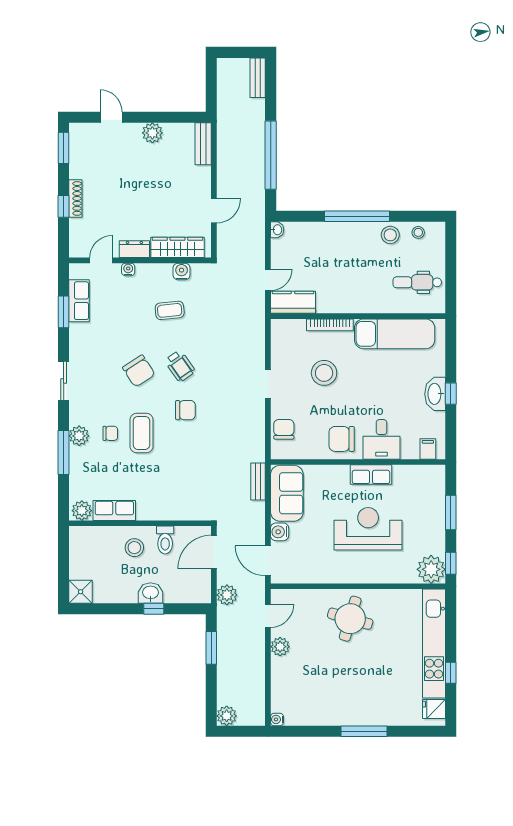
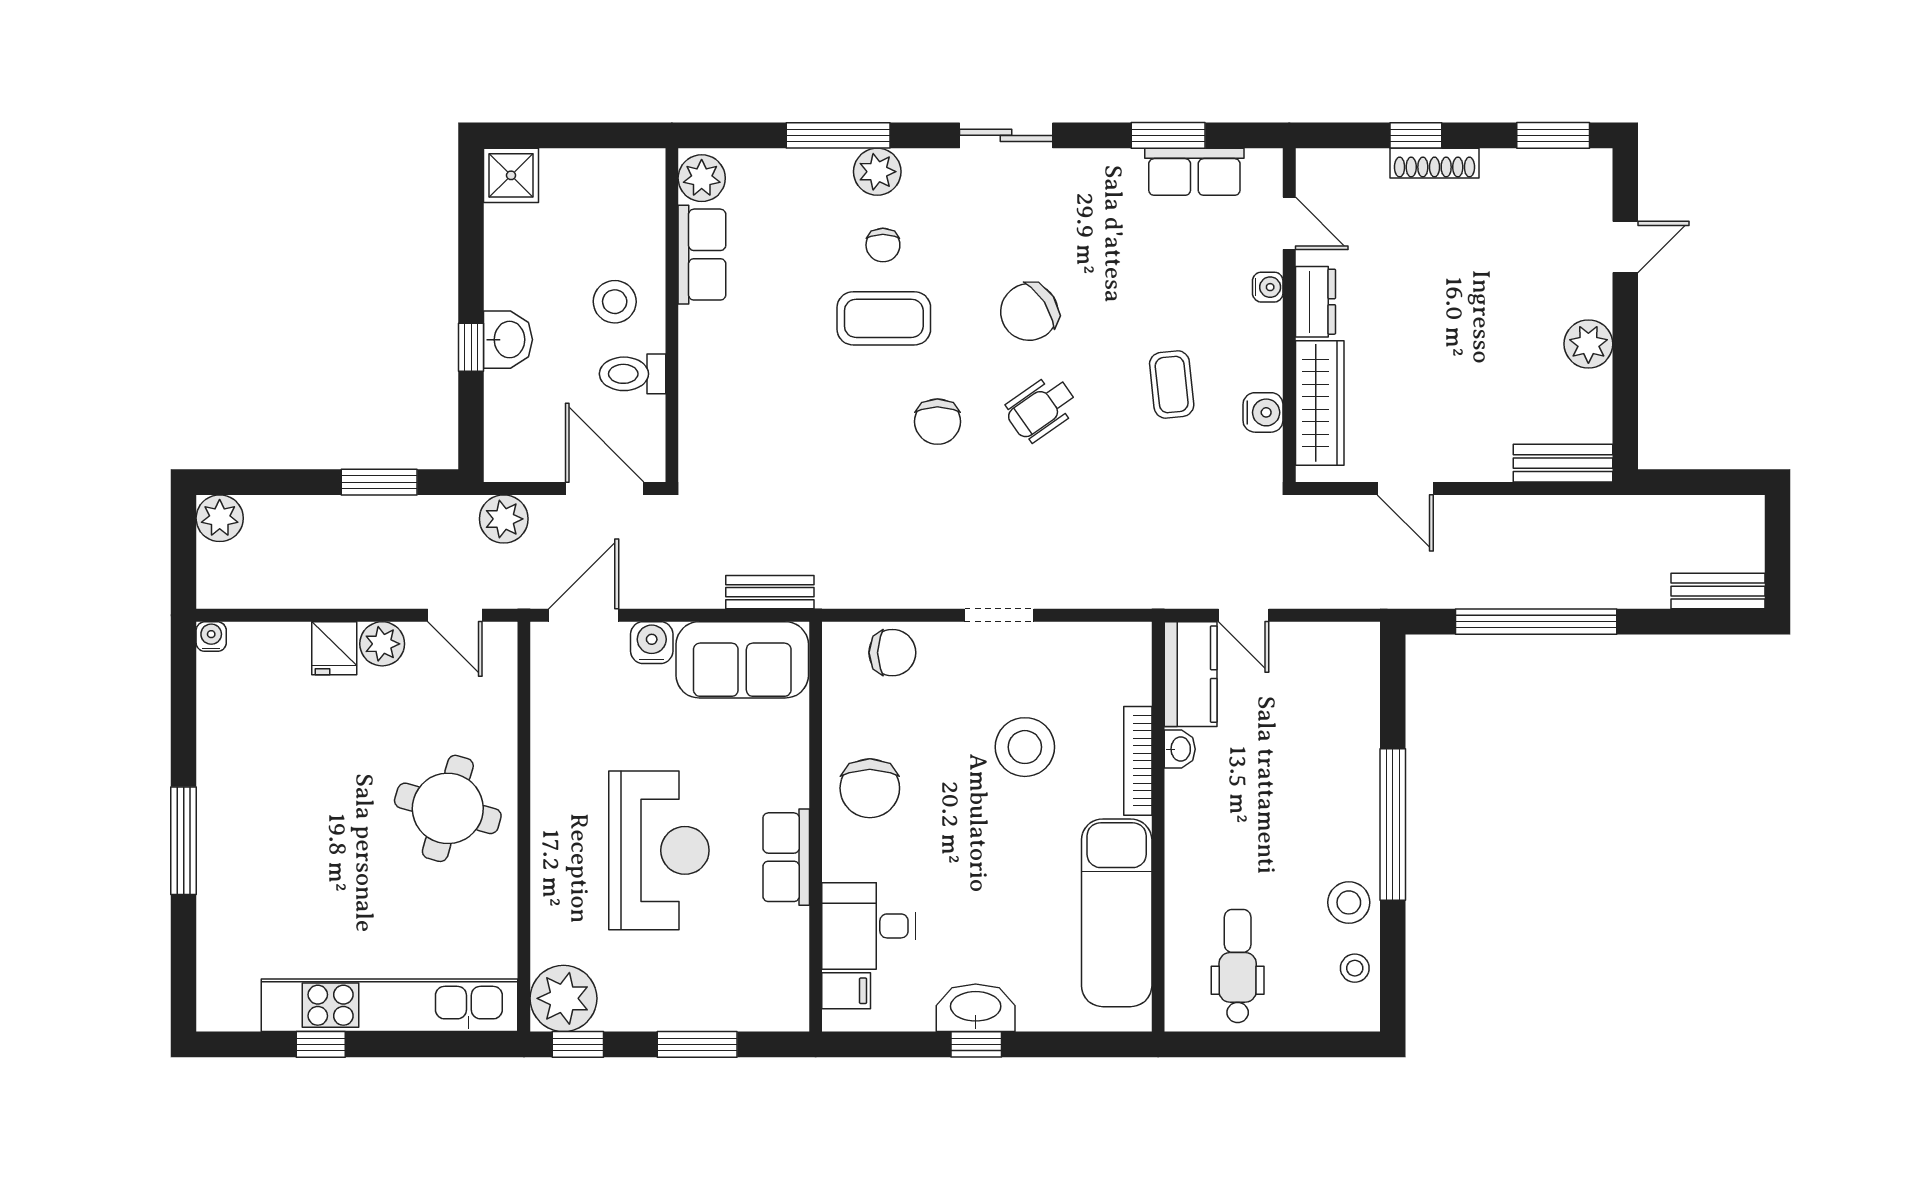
washbasin: (277, 230) -> (1180, 749), moved, turned -90
chair: (342, 439) -> (870, 788), turned 180
desk: (382, 439) -> (869, 926), moved
fridge: (434, 709) -> (334, 648), moved, turned 180

